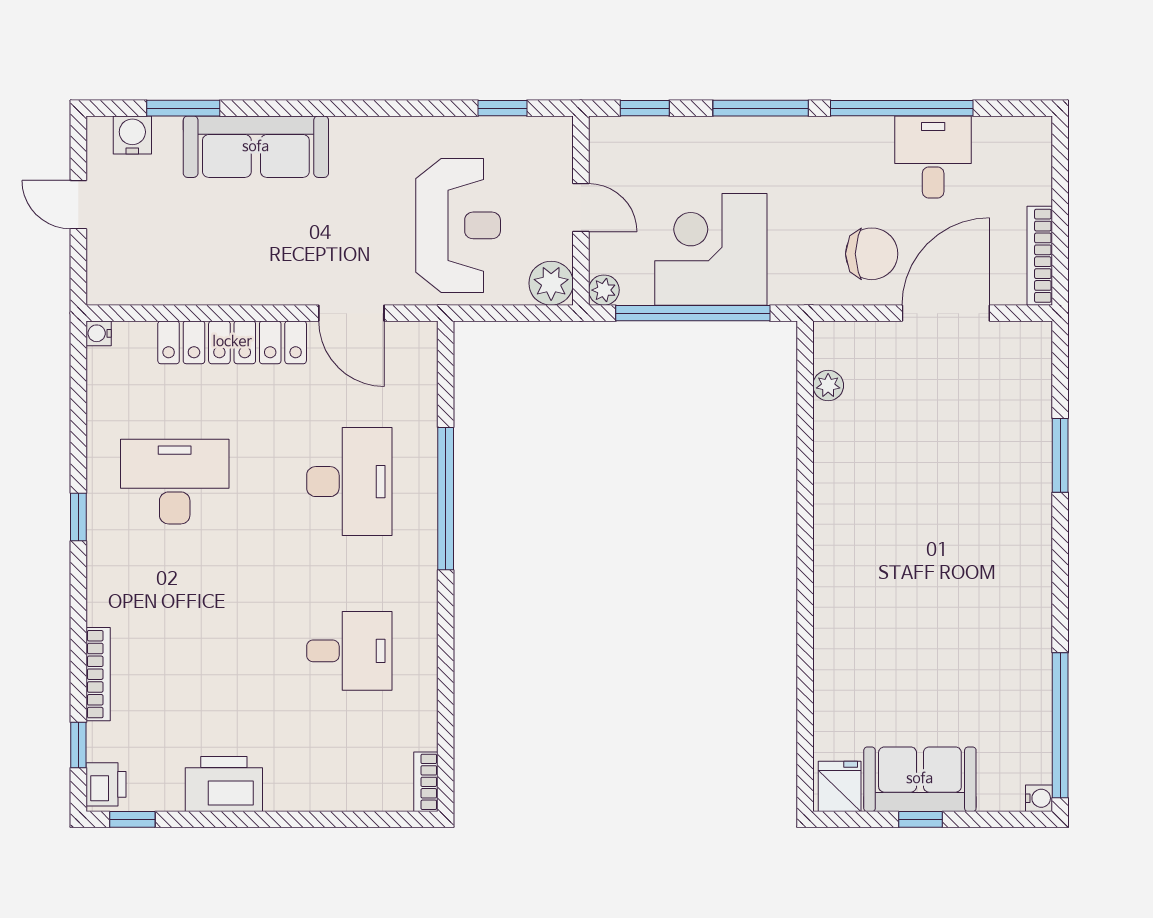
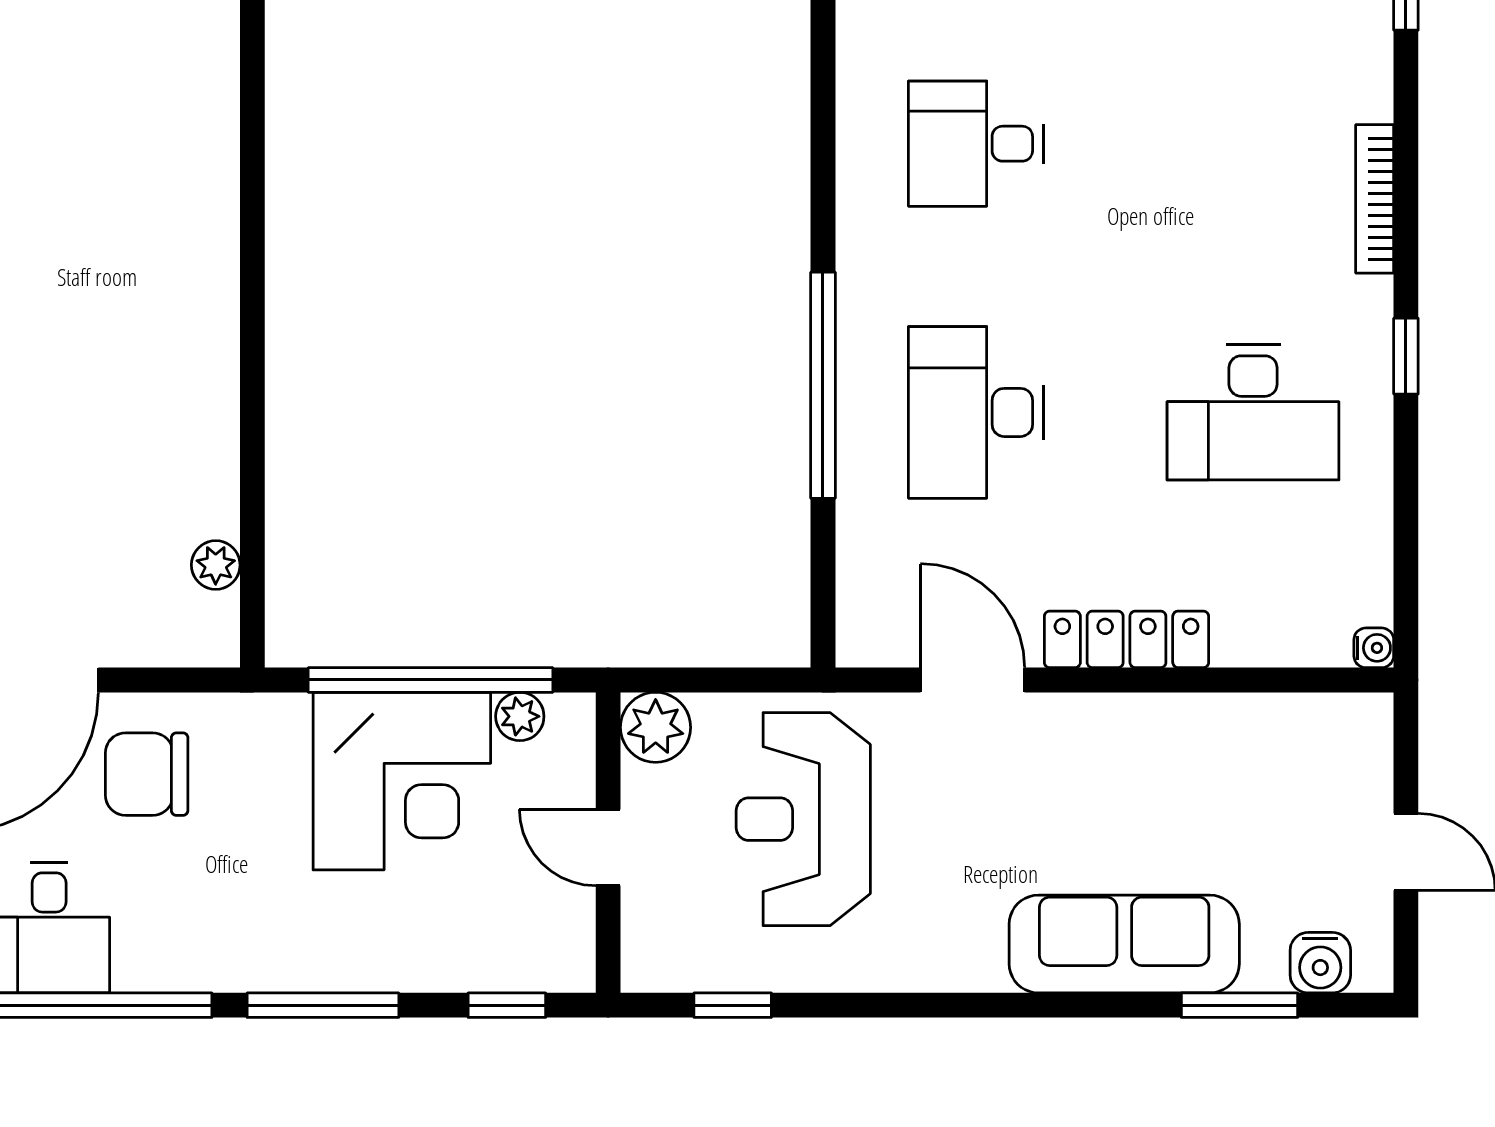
plant: (604, 290) -> (520, 716), moved
locker: (232, 342) -> (1127, 639), width x0.71, depth x0.83
bookcase: (98, 674) -> (1375, 199), moved

